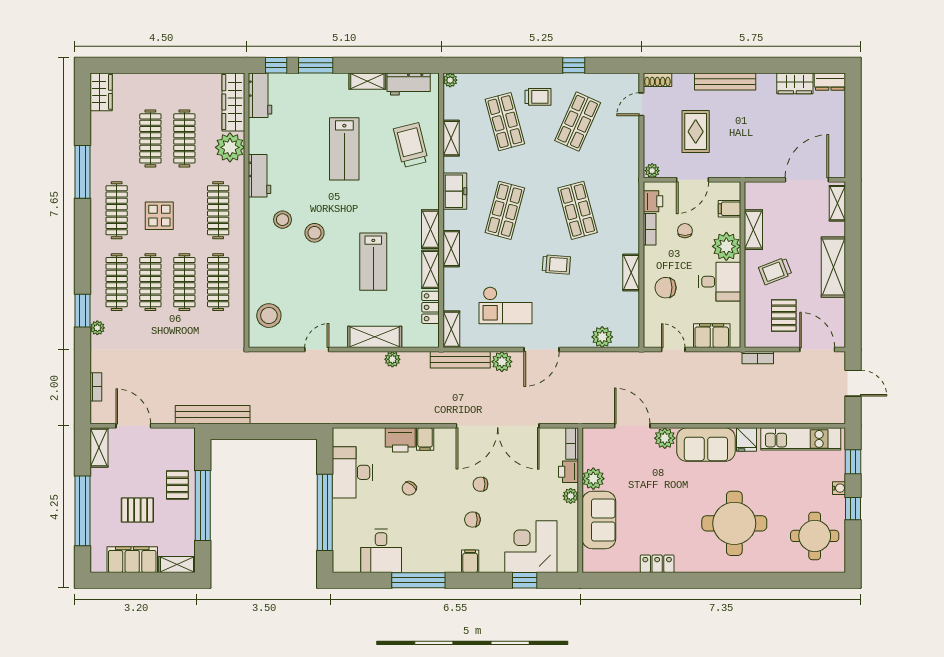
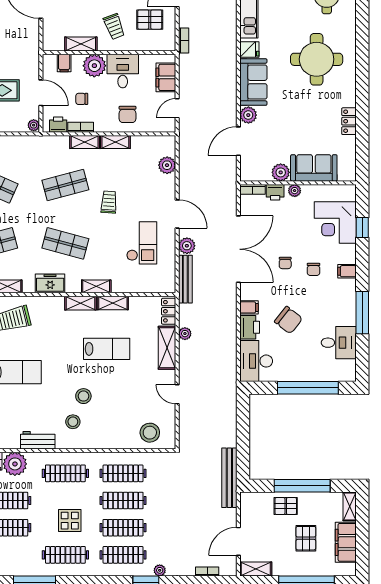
locker: (431, 307) -> (169, 311), moved, turned 90
shelving: (451, 329) -> (85, 142), moved
desk: (353, 472) -> (256, 361), moved, turned 90
chair: (409, 488) -> (288, 320), width x1.87, depth x1.87

